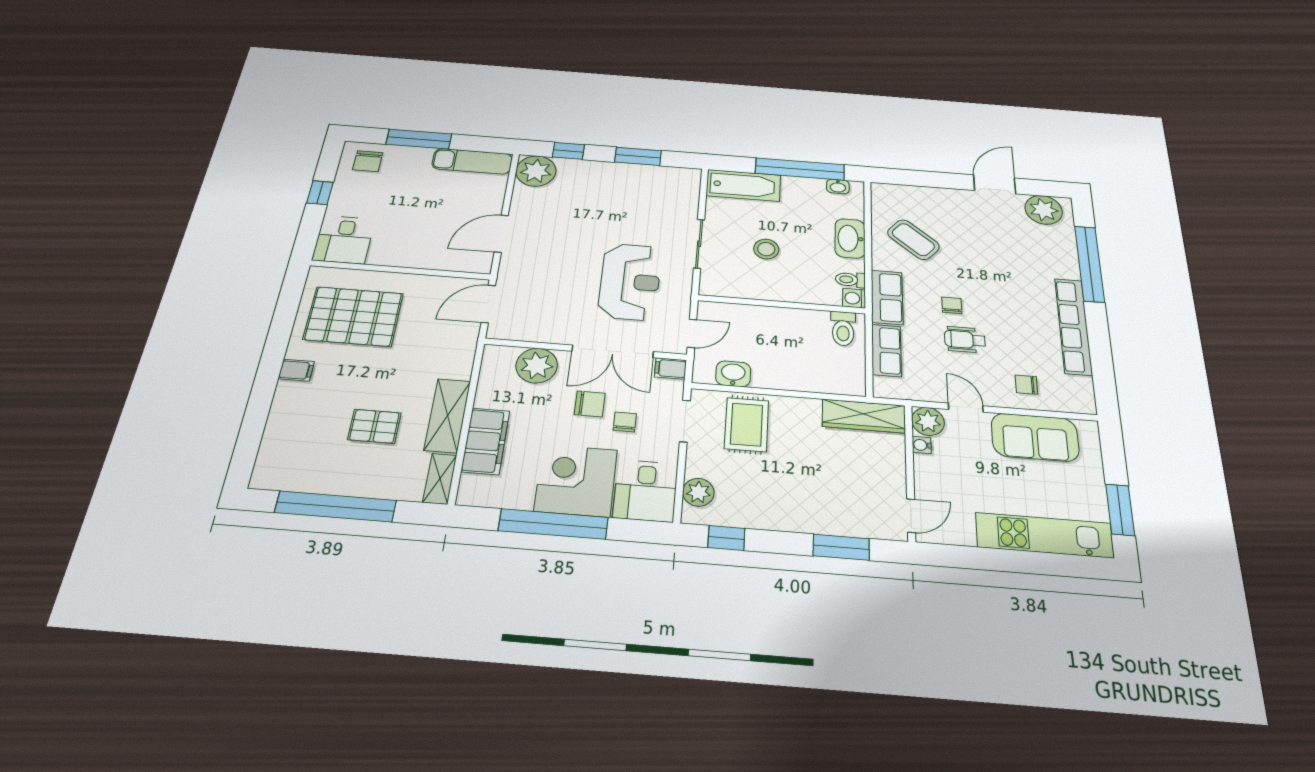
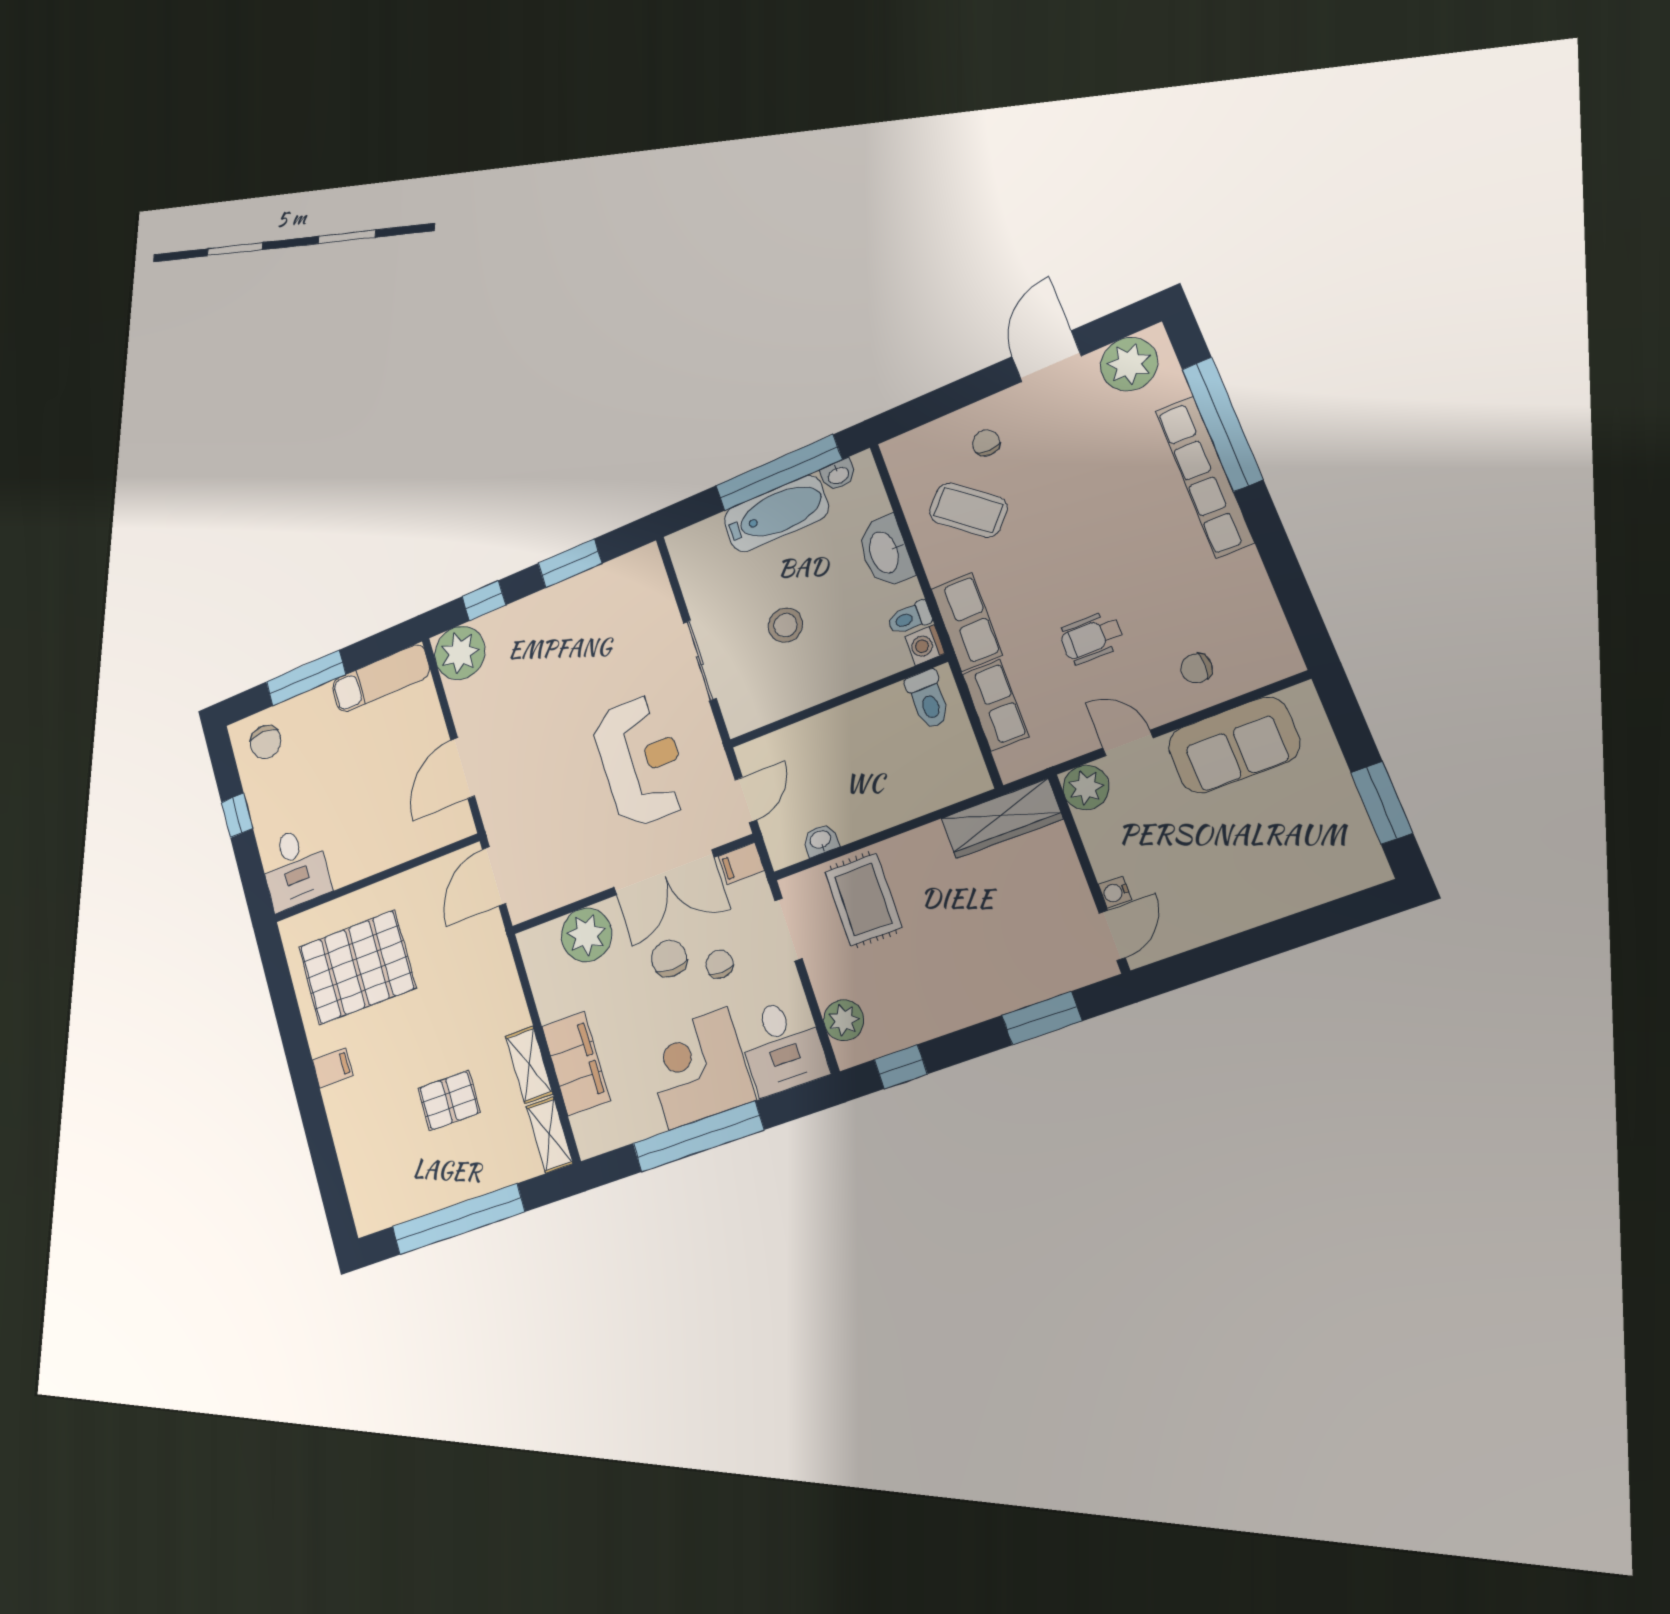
bathtub: (743, 185) -> (776, 514), moved
chair: (952, 305) -> (986, 443), moved
row of seats: (1073, 326) -> (1204, 476), moved
washbasin: (733, 374) -> (821, 840), width x0.72, depth x0.69
chair: (590, 404) -> (669, 959), turned -90
shelving: (447, 415) -> (529, 1065), width x0.67, depth x0.75
water cooler: (922, 445) -> (1115, 892), moved
kitchen unit: (1044, 535) -> (1292, 886), removed

